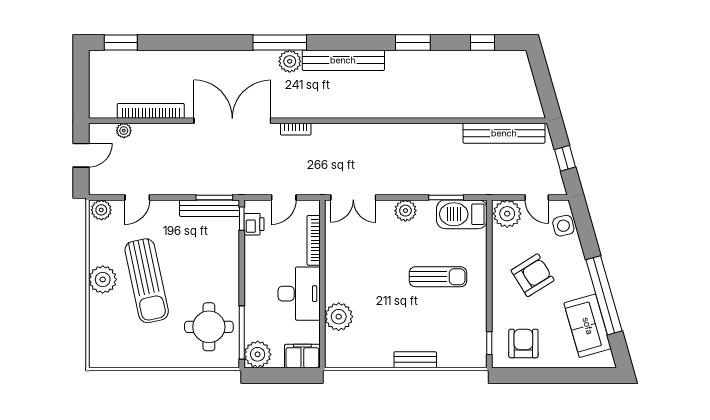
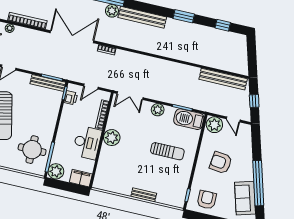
side table: (563, 226) -> (245, 139), removed
armchair: (533, 275) -> (221, 163), turned -141
plant: (339, 317) -> (112, 138), moved

